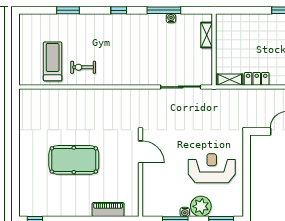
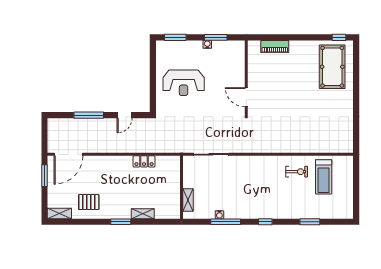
shelving: (230, 80) -> (143, 214), moved
pool table: (74, 160) -> (332, 67), moved, turned 90
plant: (201, 206) -> (193, 49), removed

